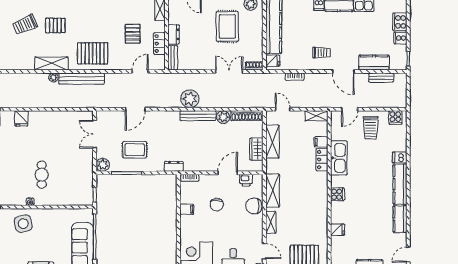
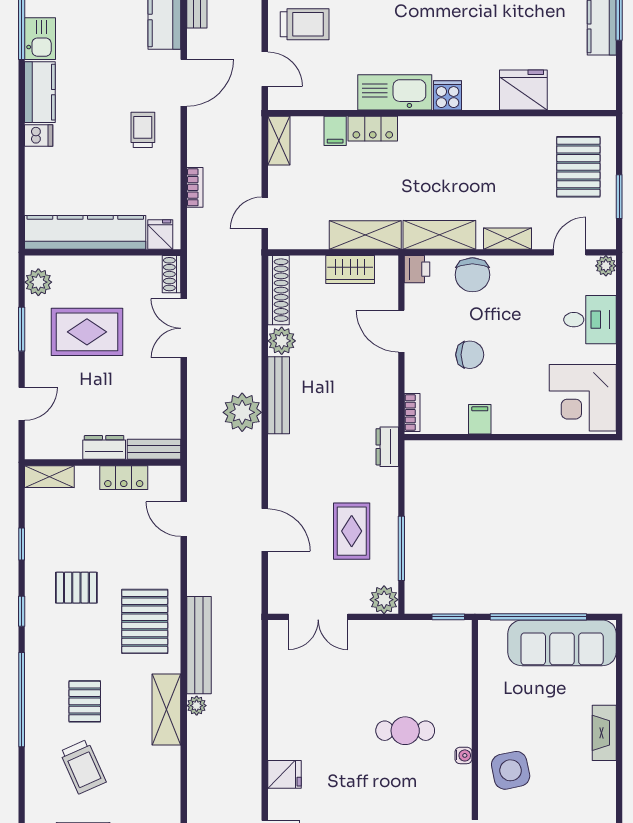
pallet: (133, 34) -> (76, 588), moved
shelving: (272, 142) -> (365, 235), moved
kitchen sink: (339, 158) -> (395, 92), moved
printer: (246, 180) -> (417, 269), moved
fridge: (338, 230) -> (523, 90), width x1.88, depth x1.34

